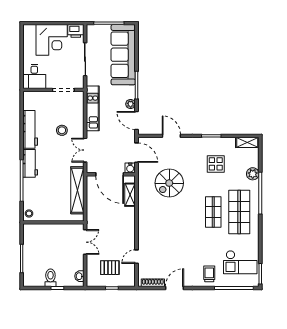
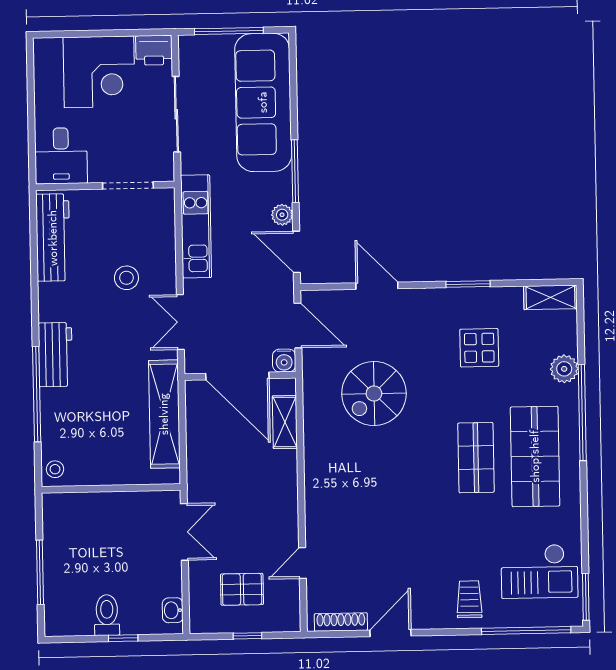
workbench: (30, 129) -> (53, 238), moved

